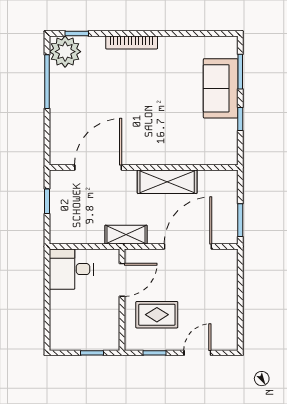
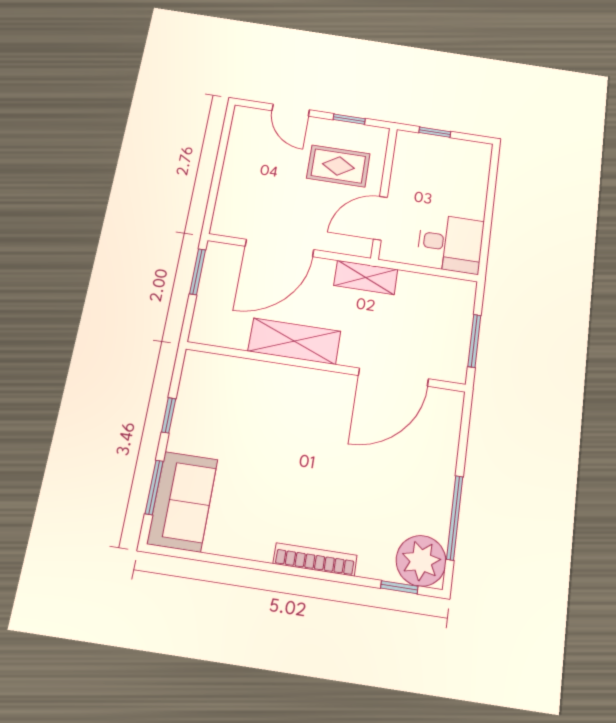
sofa: (221, 88) -> (182, 501), moved
window: (47, 201) -> (474, 341), width x1.50
door: (197, 353) -> (291, 110), hinge flipped

